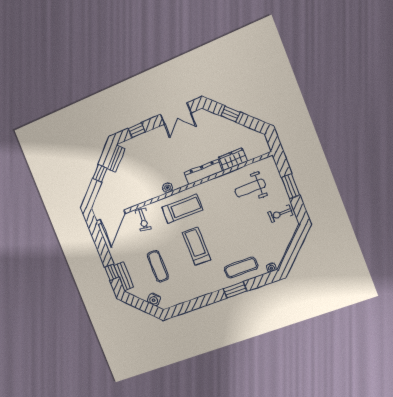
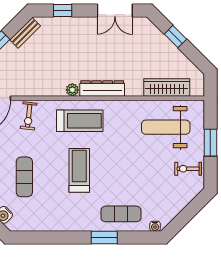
wardrobe: (233, 159) -> (167, 87), width x1.50
dresser: (203, 172) -> (102, 88), moved
weight bench: (250, 188) -> (166, 127), width x1.36, depth x1.33

